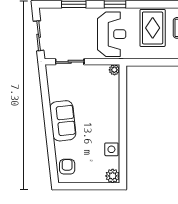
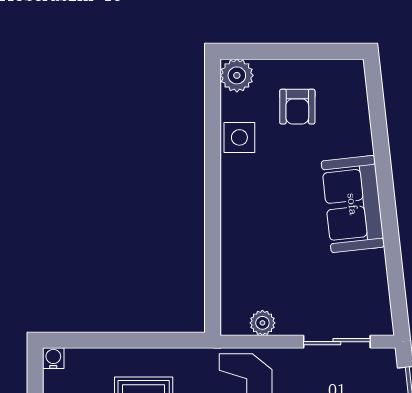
plant: (114, 70) -> (262, 323), moved
armchair: (67, 167) -> (297, 107), moved

